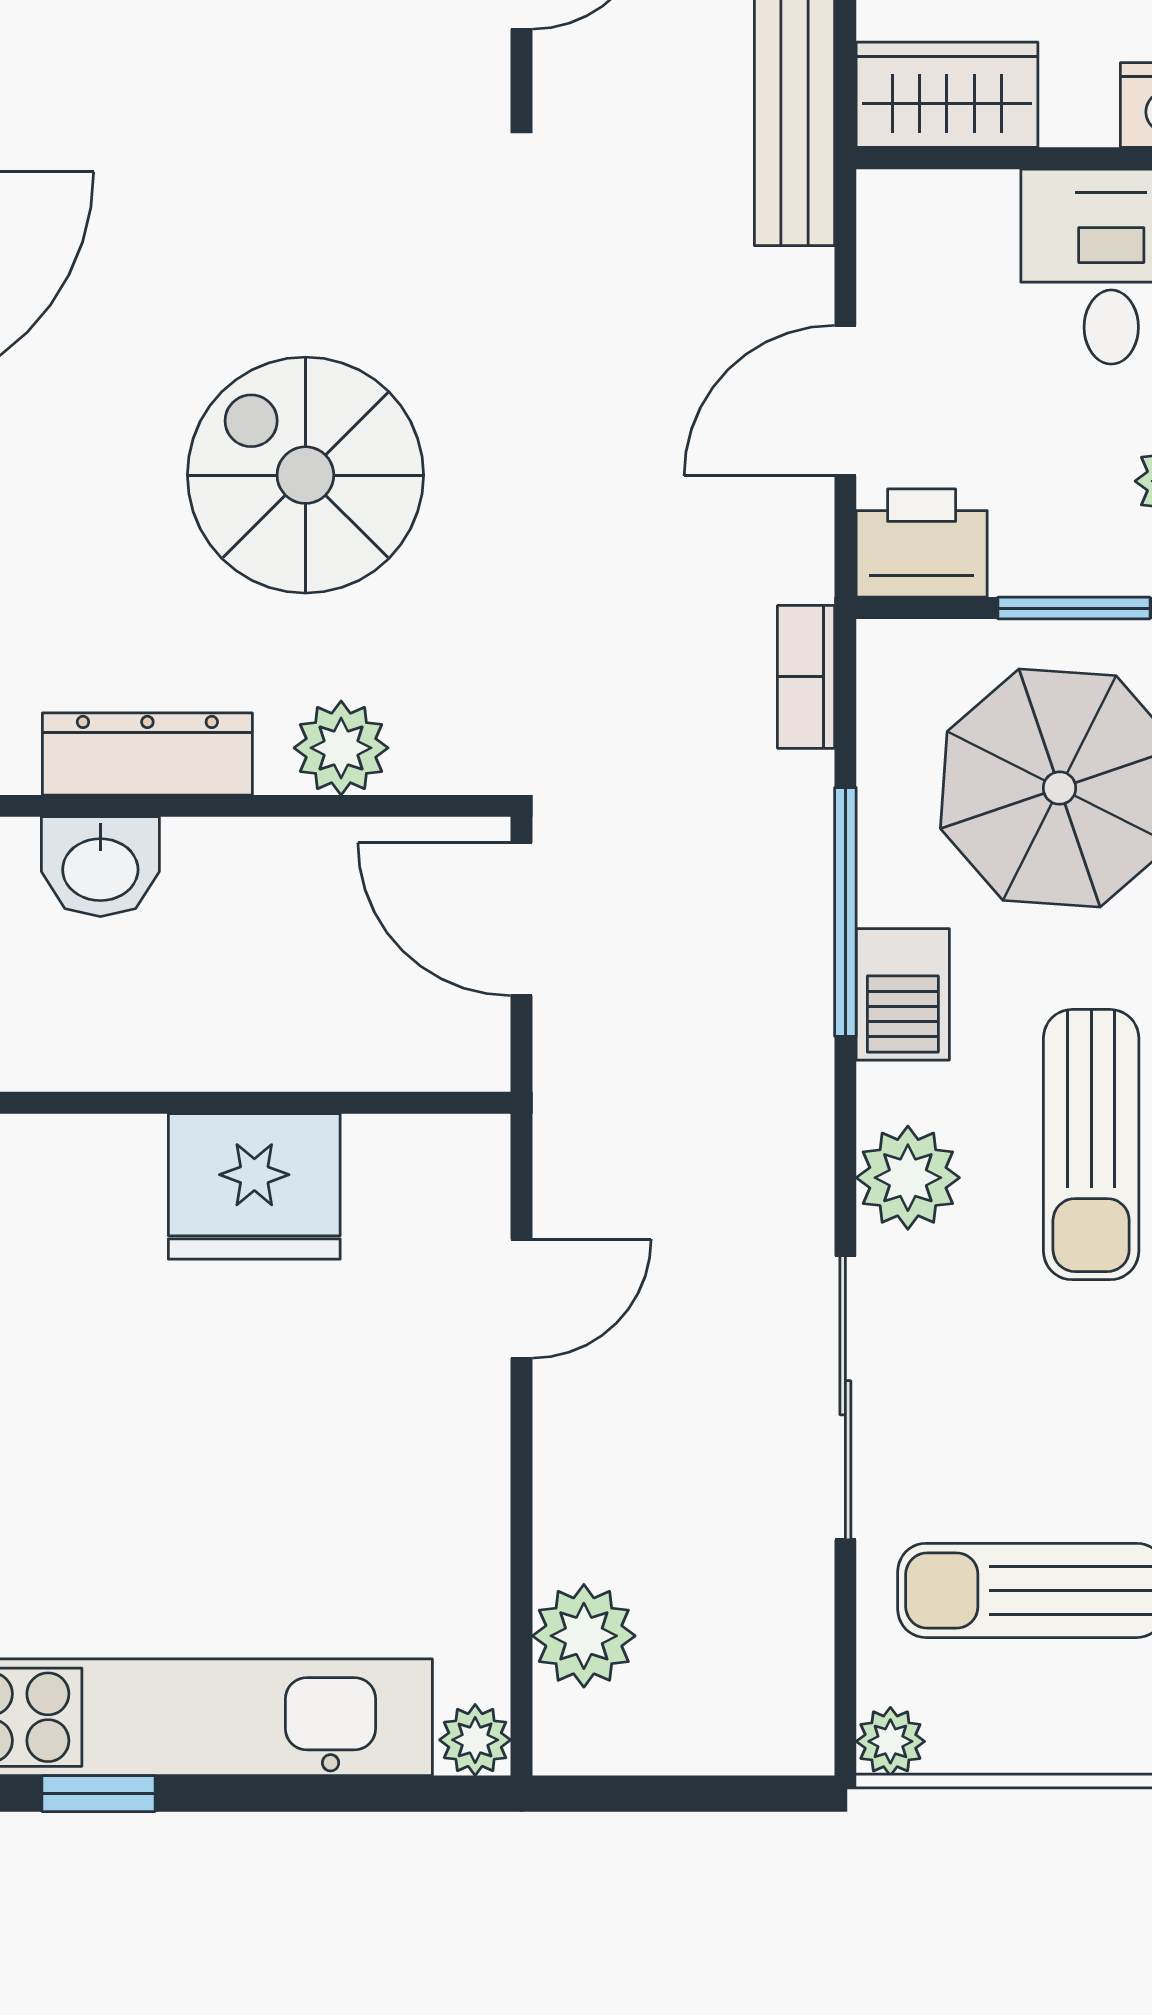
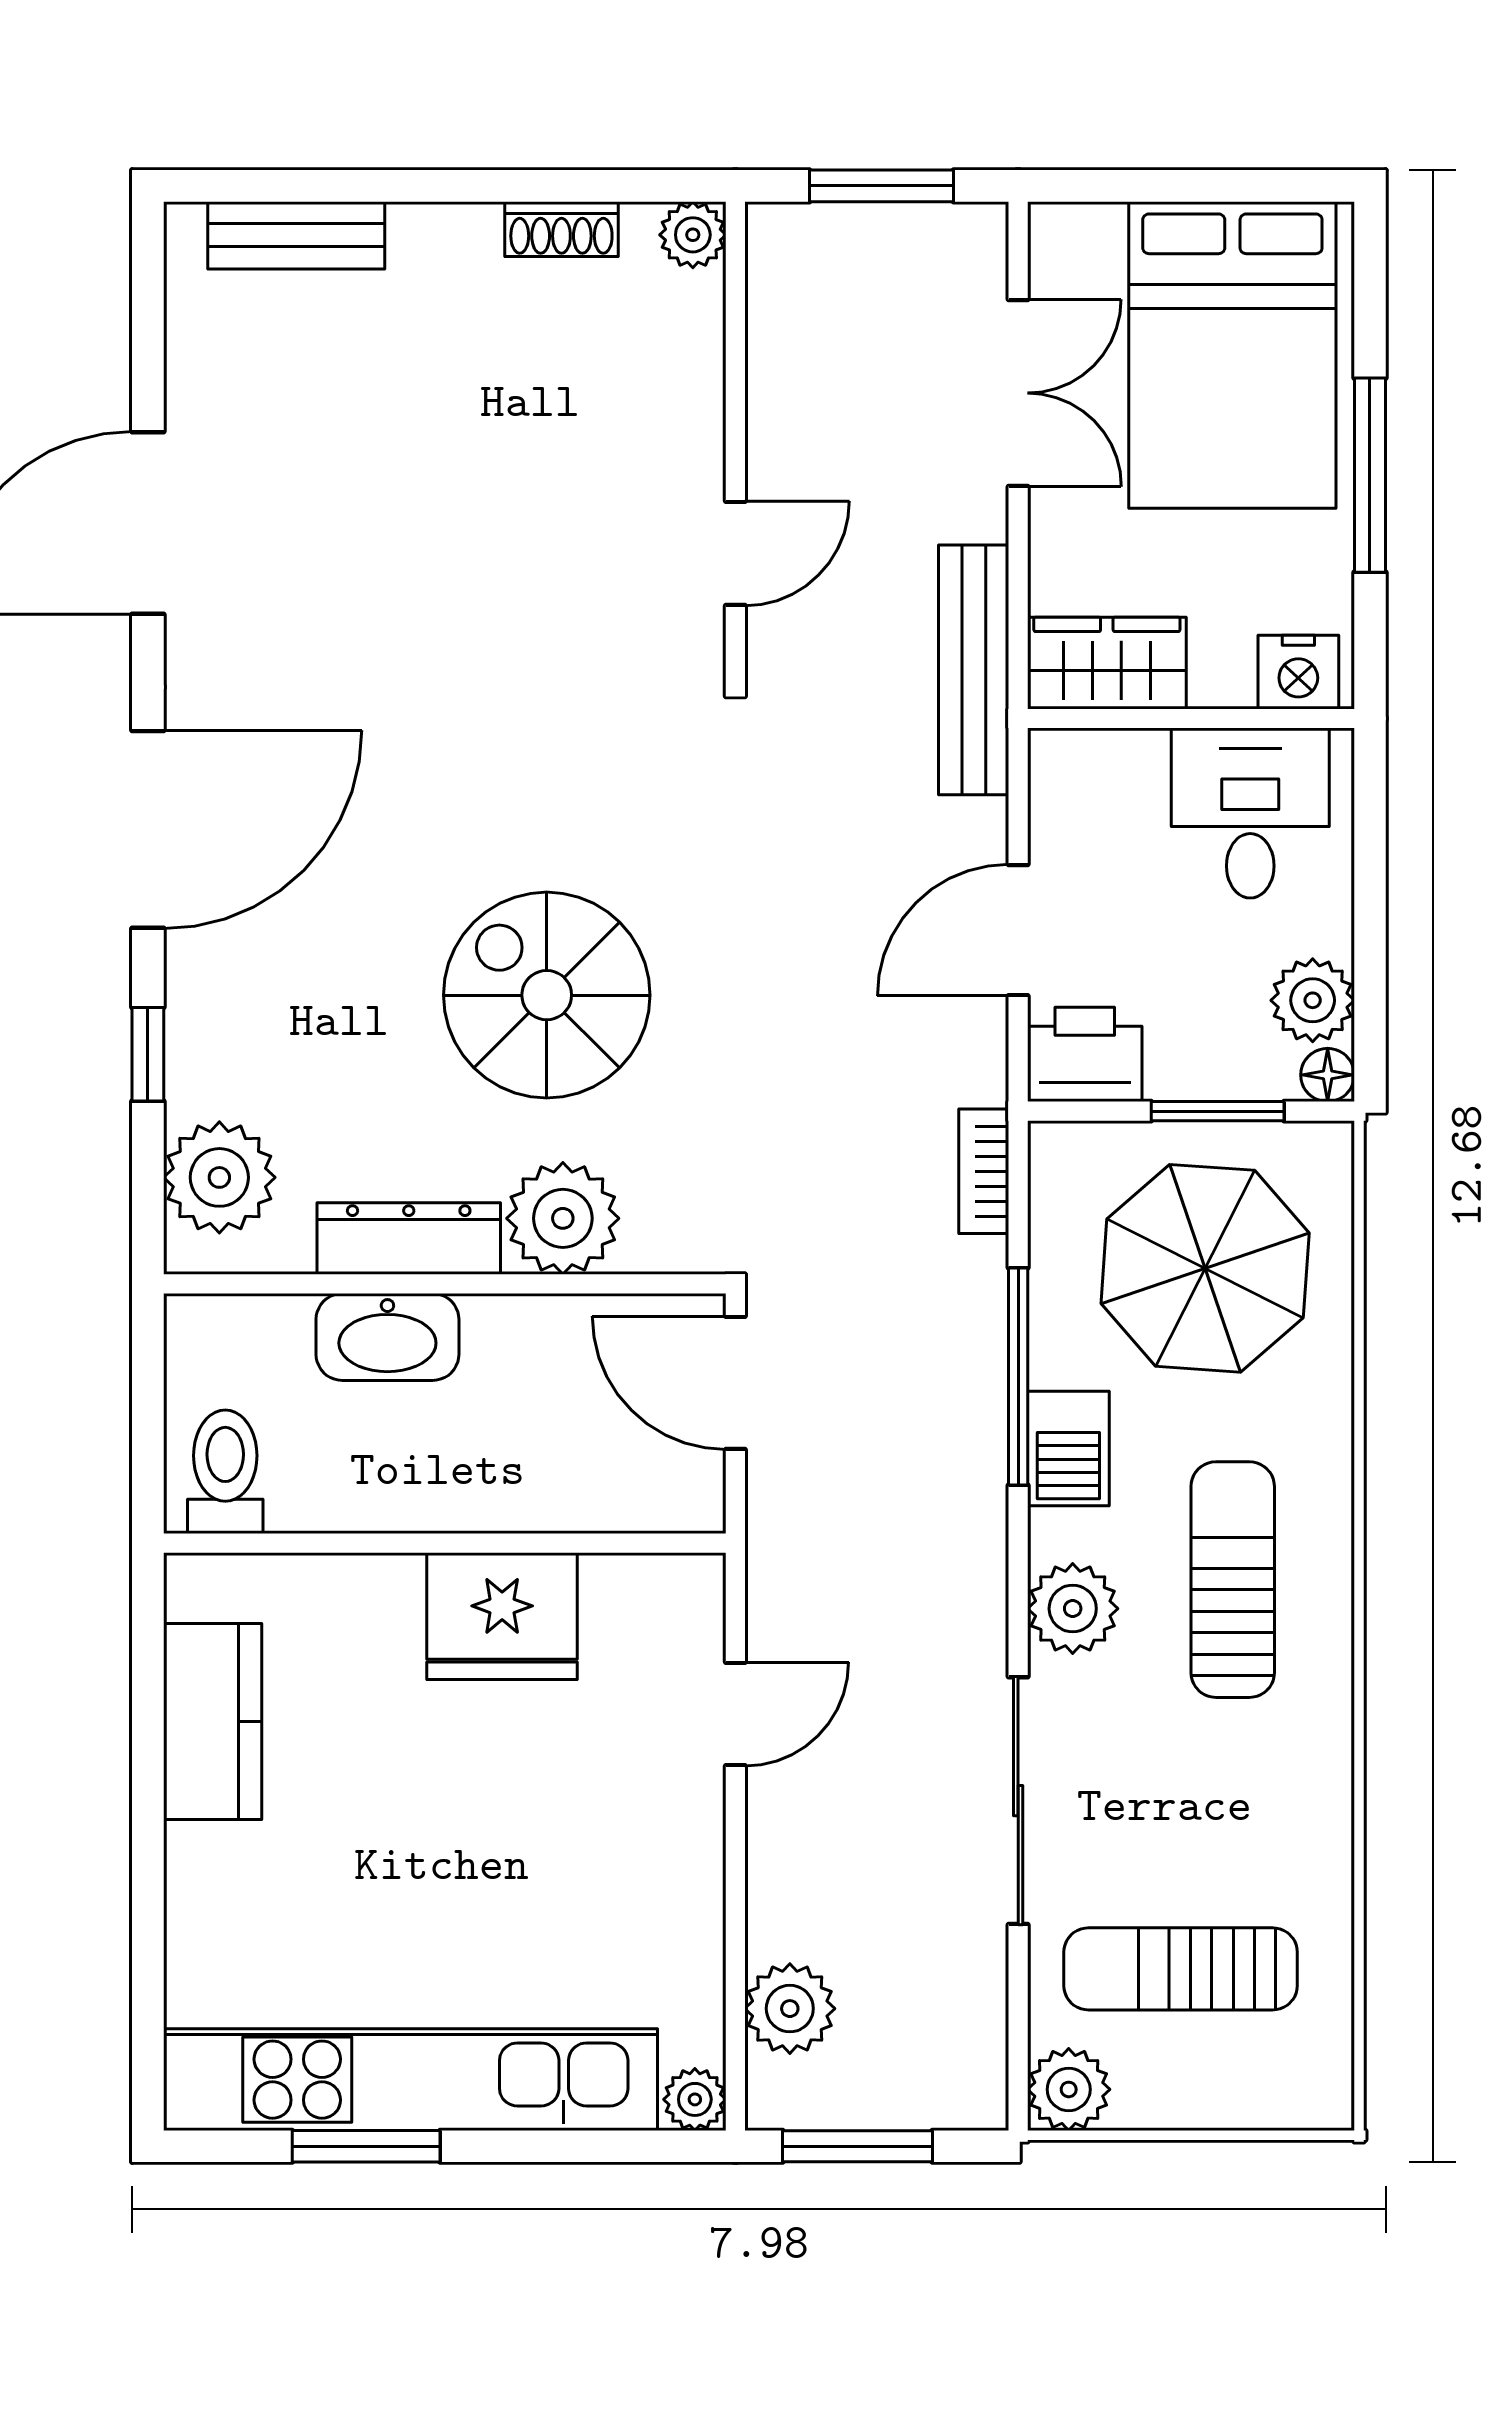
plant: (341, 748) -> (563, 1218), width x1.36, depth x1.36
washbasin: (100, 867) -> (387, 1337), width x1.38
sun lounger: (1091, 1145) -> (1233, 1580), turned 180
plant: (890, 1741) -> (1069, 2089), width x1.38, depth x1.38
window: (99, 1794) -> (366, 2146), width x1.50
window: (661, 1794) -> (857, 2146), added

